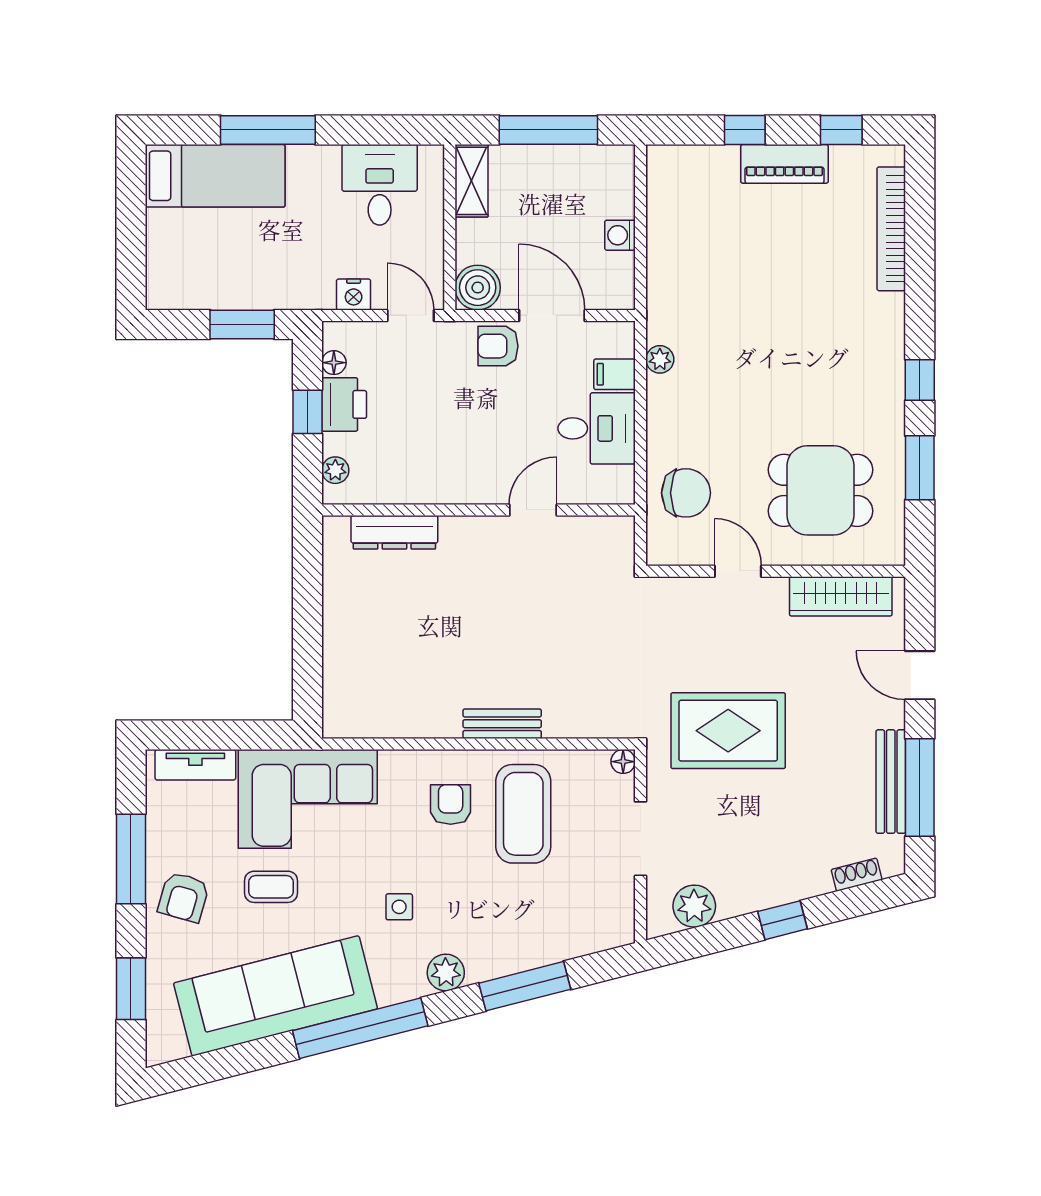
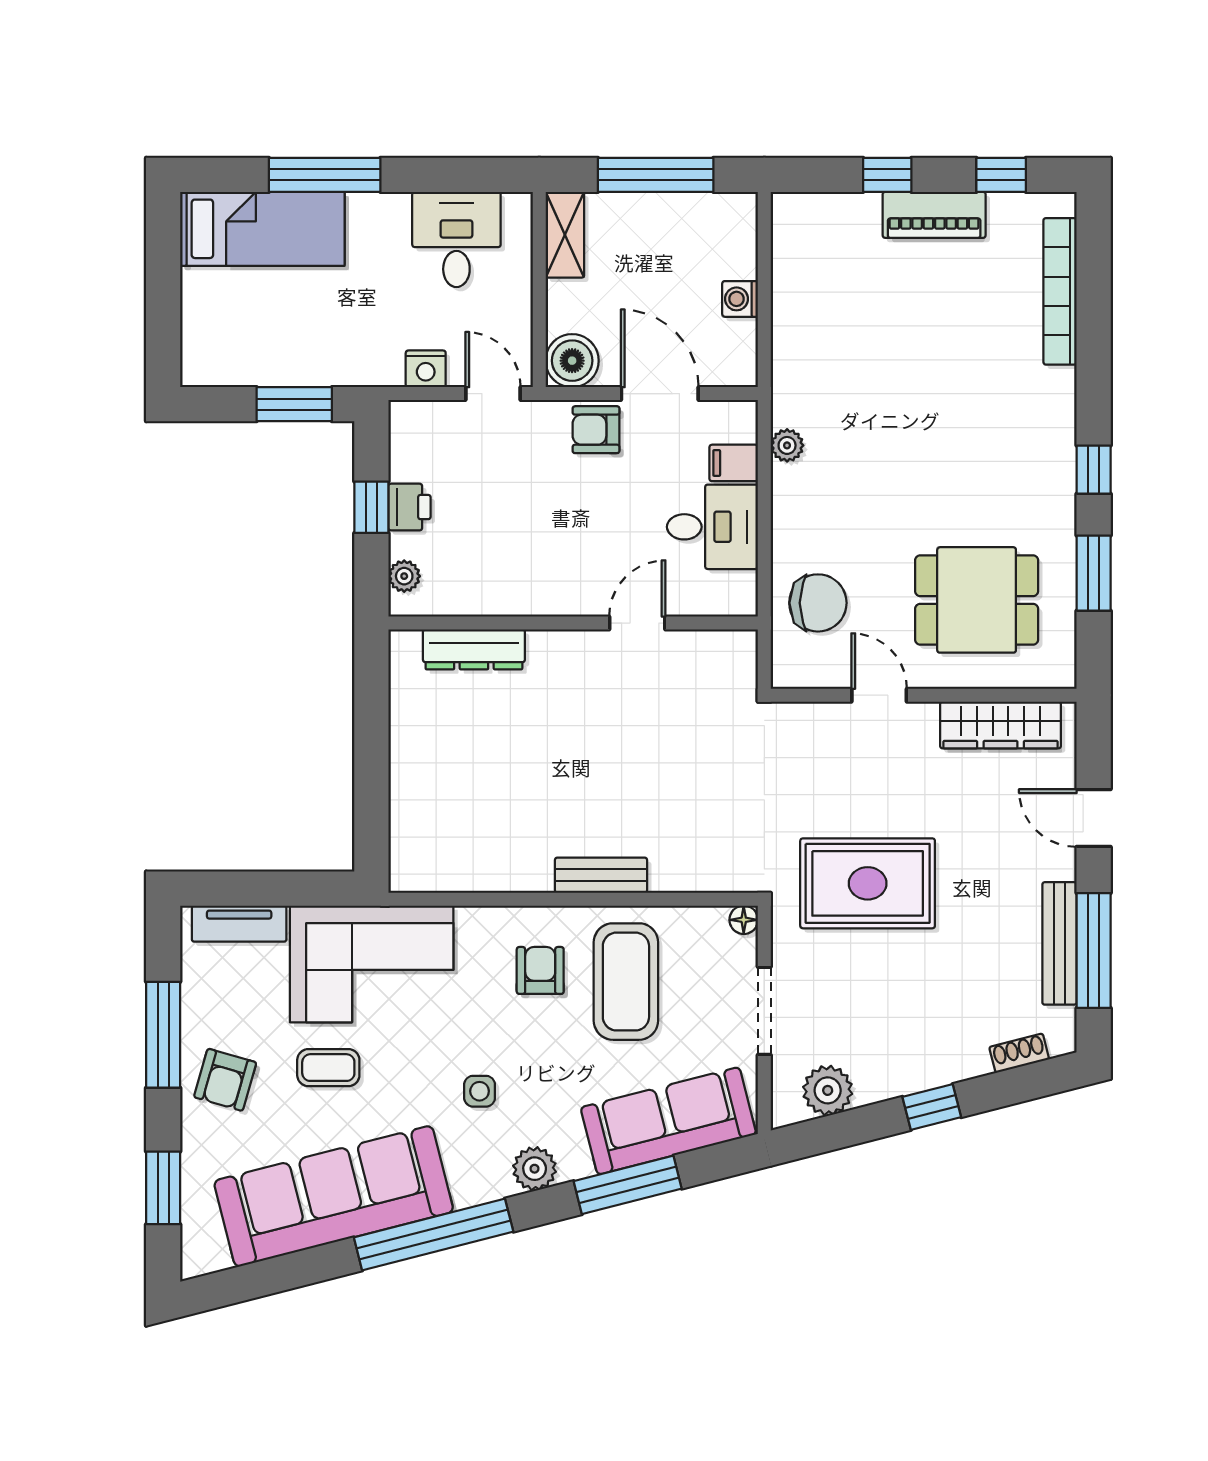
floor lamp: (334, 363) -> (403, 449), removed
printer: (344, 404) -> (410, 507), width x0.73, depth x0.81
sofa: (559, 932) -> (668, 1121), added

